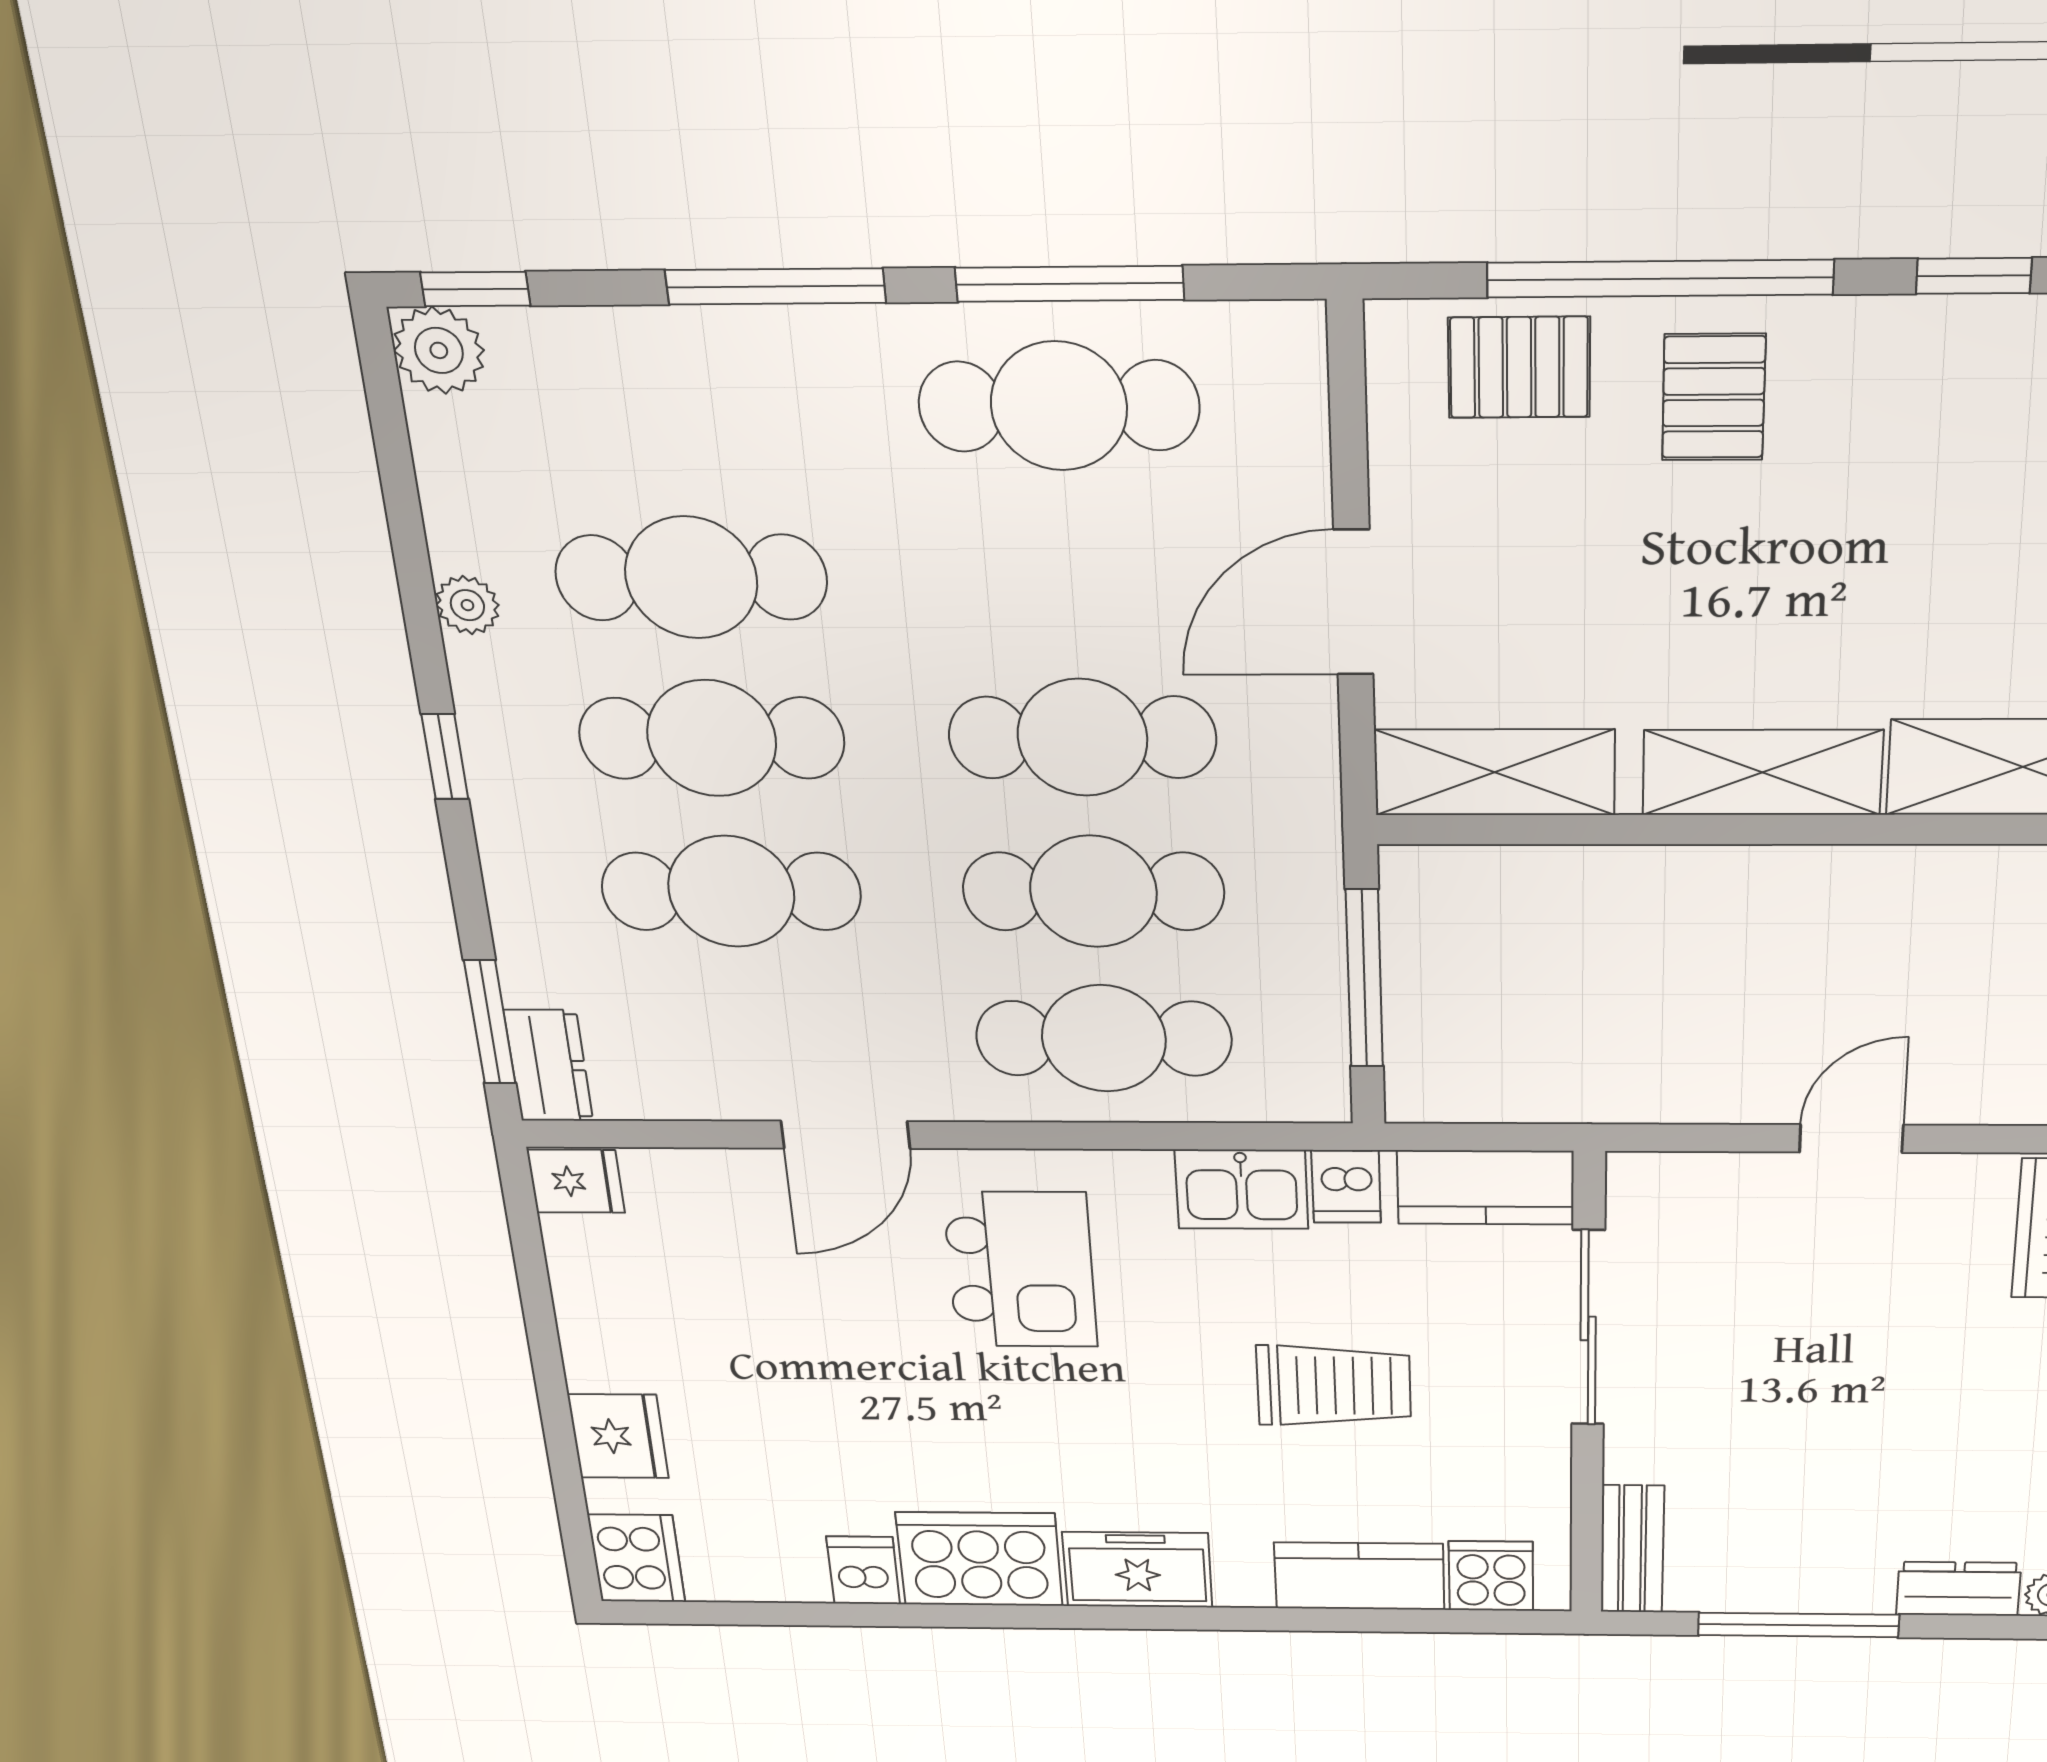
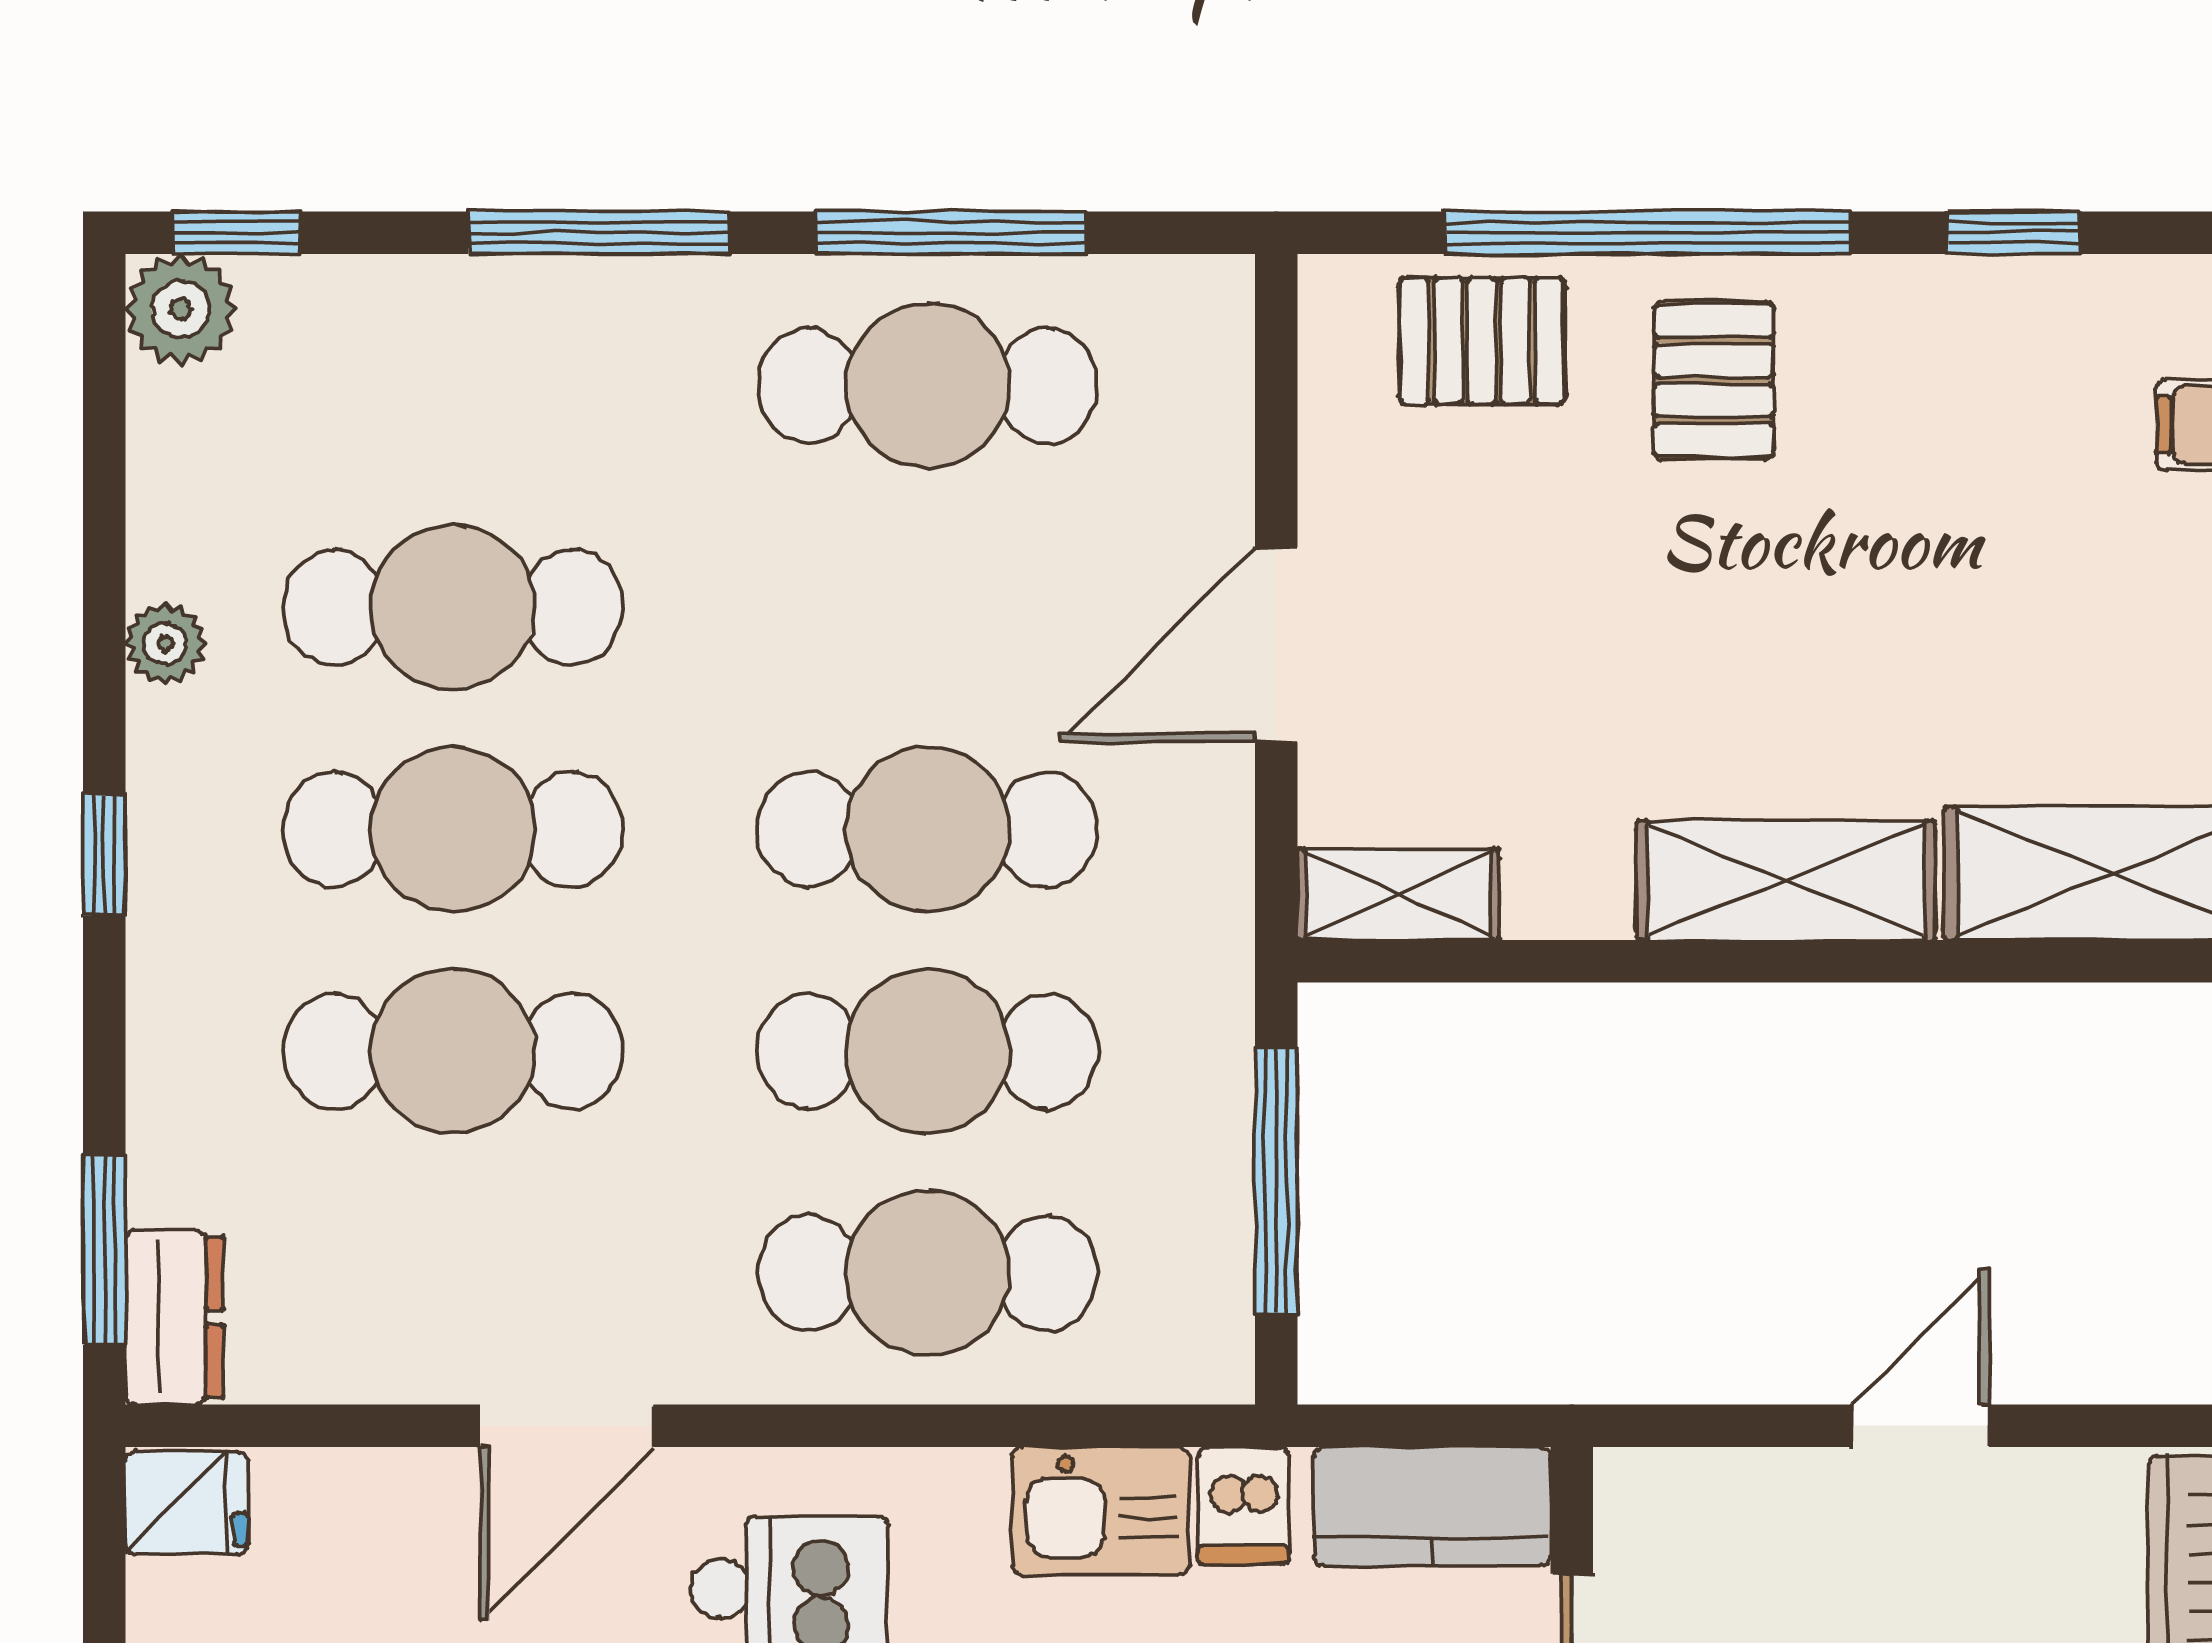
shelving: (1495, 772) -> (1398, 895), width x0.67, depth x0.75

